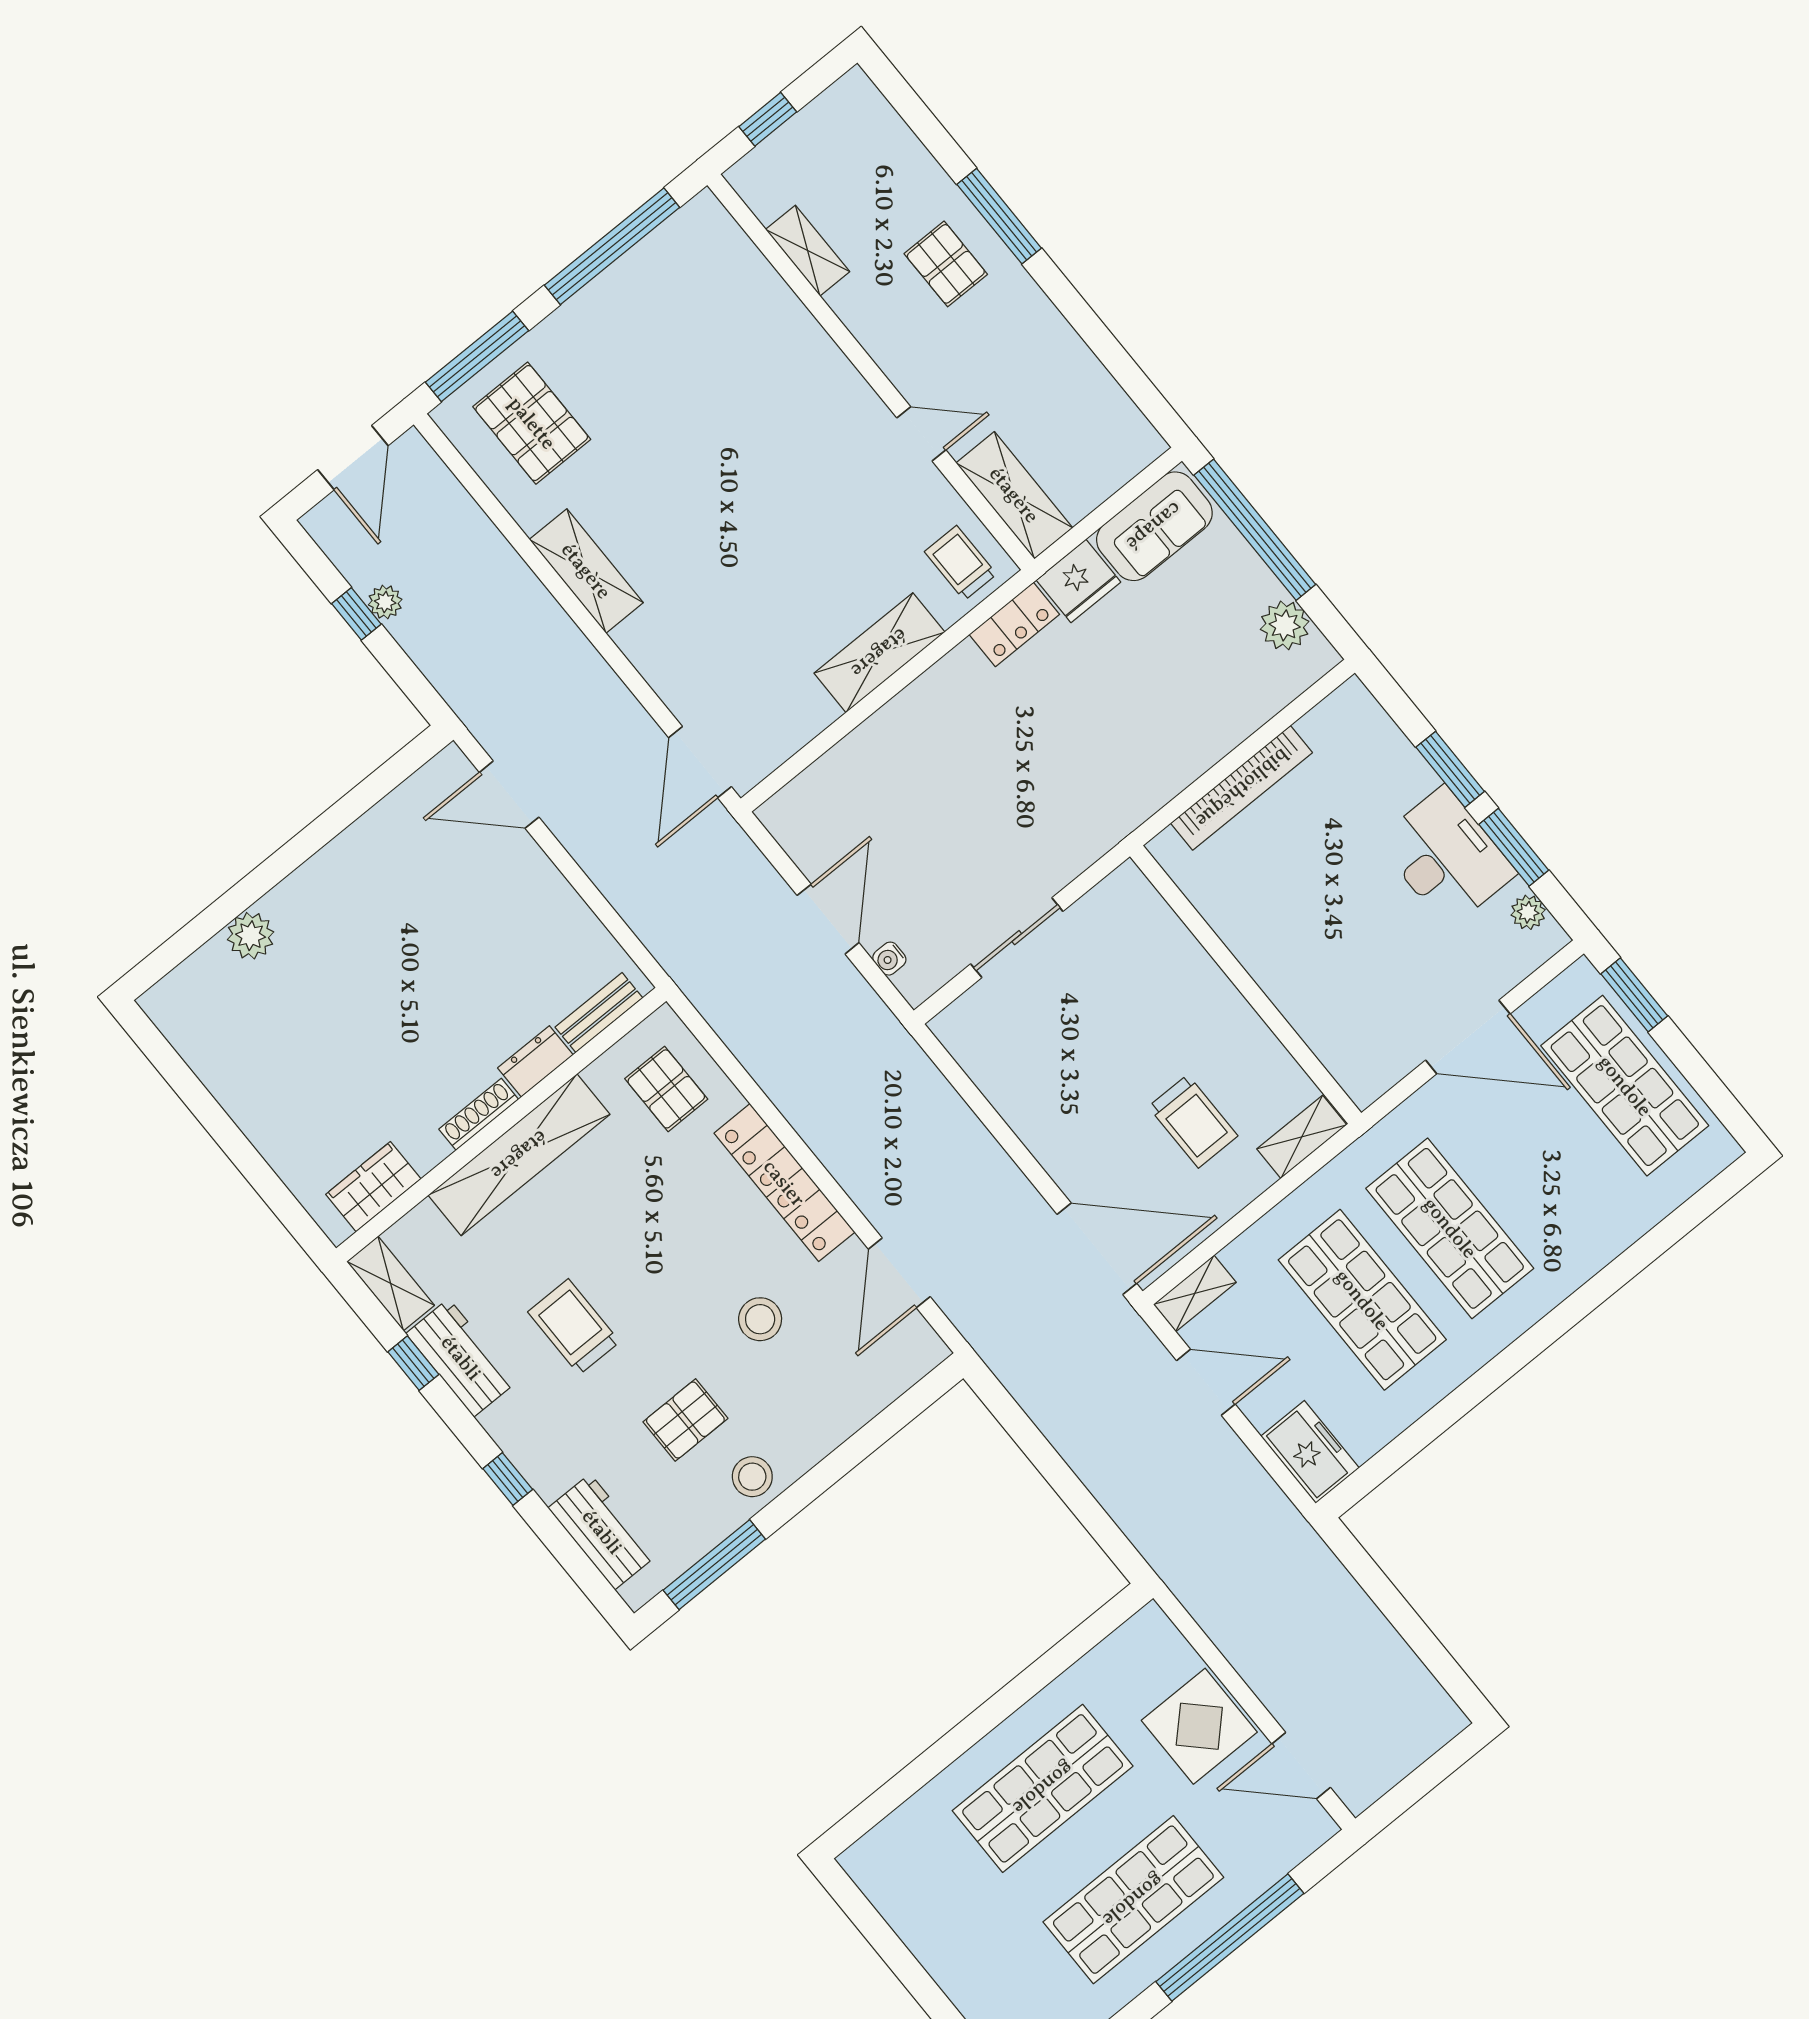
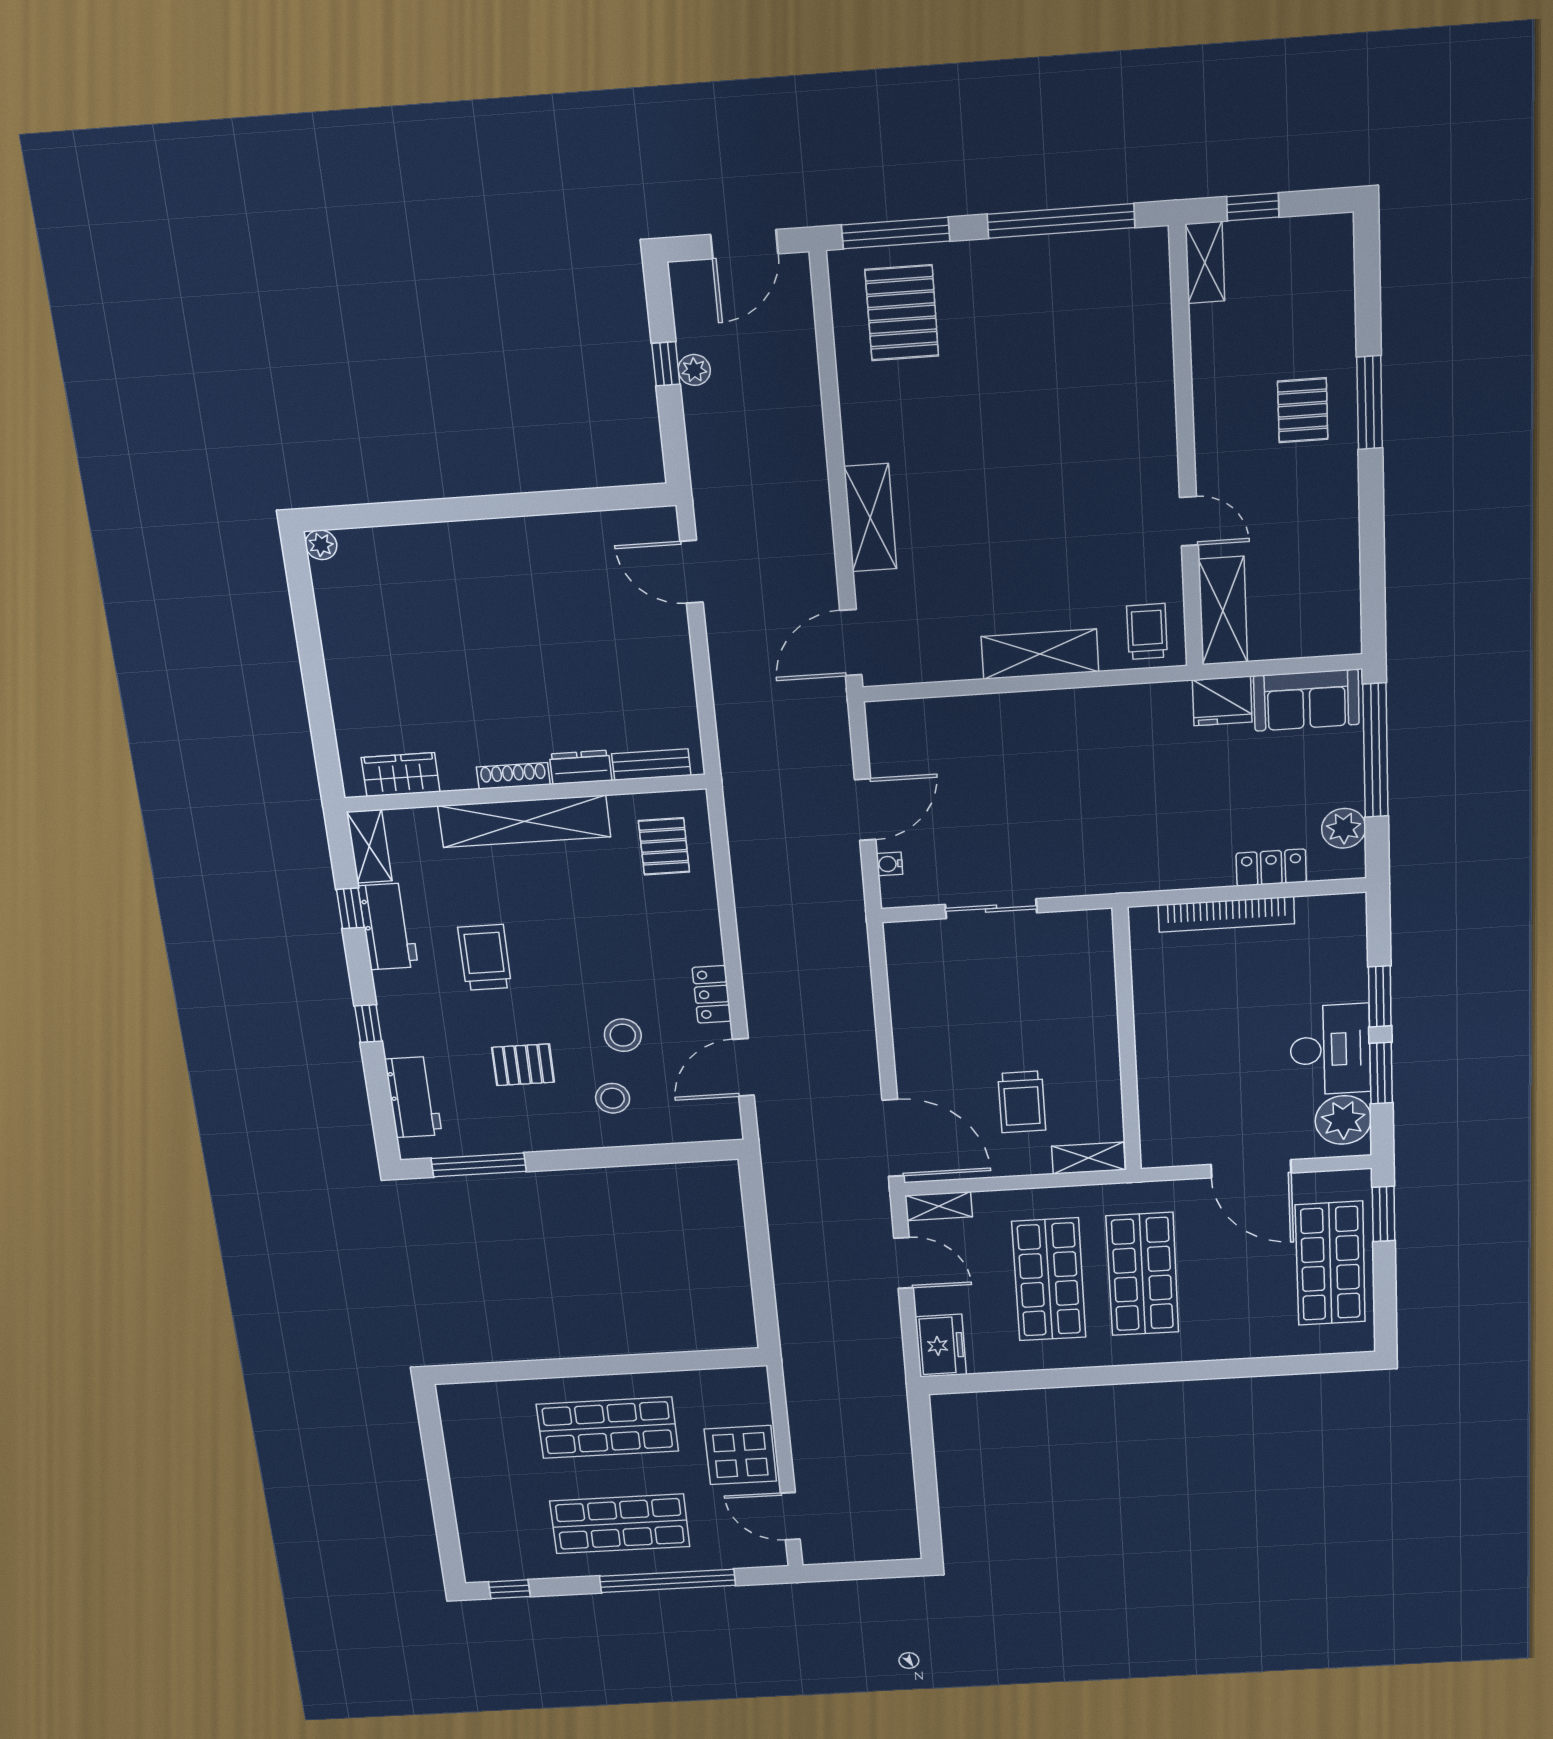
shelving: (808, 251) -> (1205, 263), moved
shelving: (586, 571) -> (870, 518), moved
locker: (1014, 624) -> (1271, 868), moved, turned 180
plant: (1528, 912) -> (1343, 1120), width x1.88, depth x1.88
plant: (251, 936) -> (321, 545), moved, width x0.73, depth x0.73
locker: (784, 1183) -> (712, 994), width x0.46, depth x0.83
stool: (752, 1477) -> (613, 1098), moved

